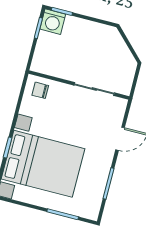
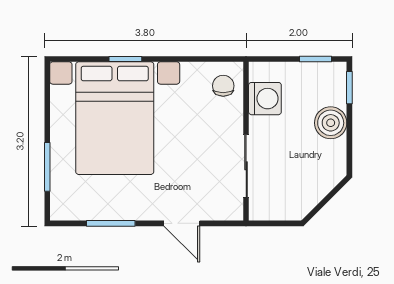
washing machine: (53, 22) -> (265, 99), moved, turned 180
boiler: (81, 29) -> (331, 123), added

